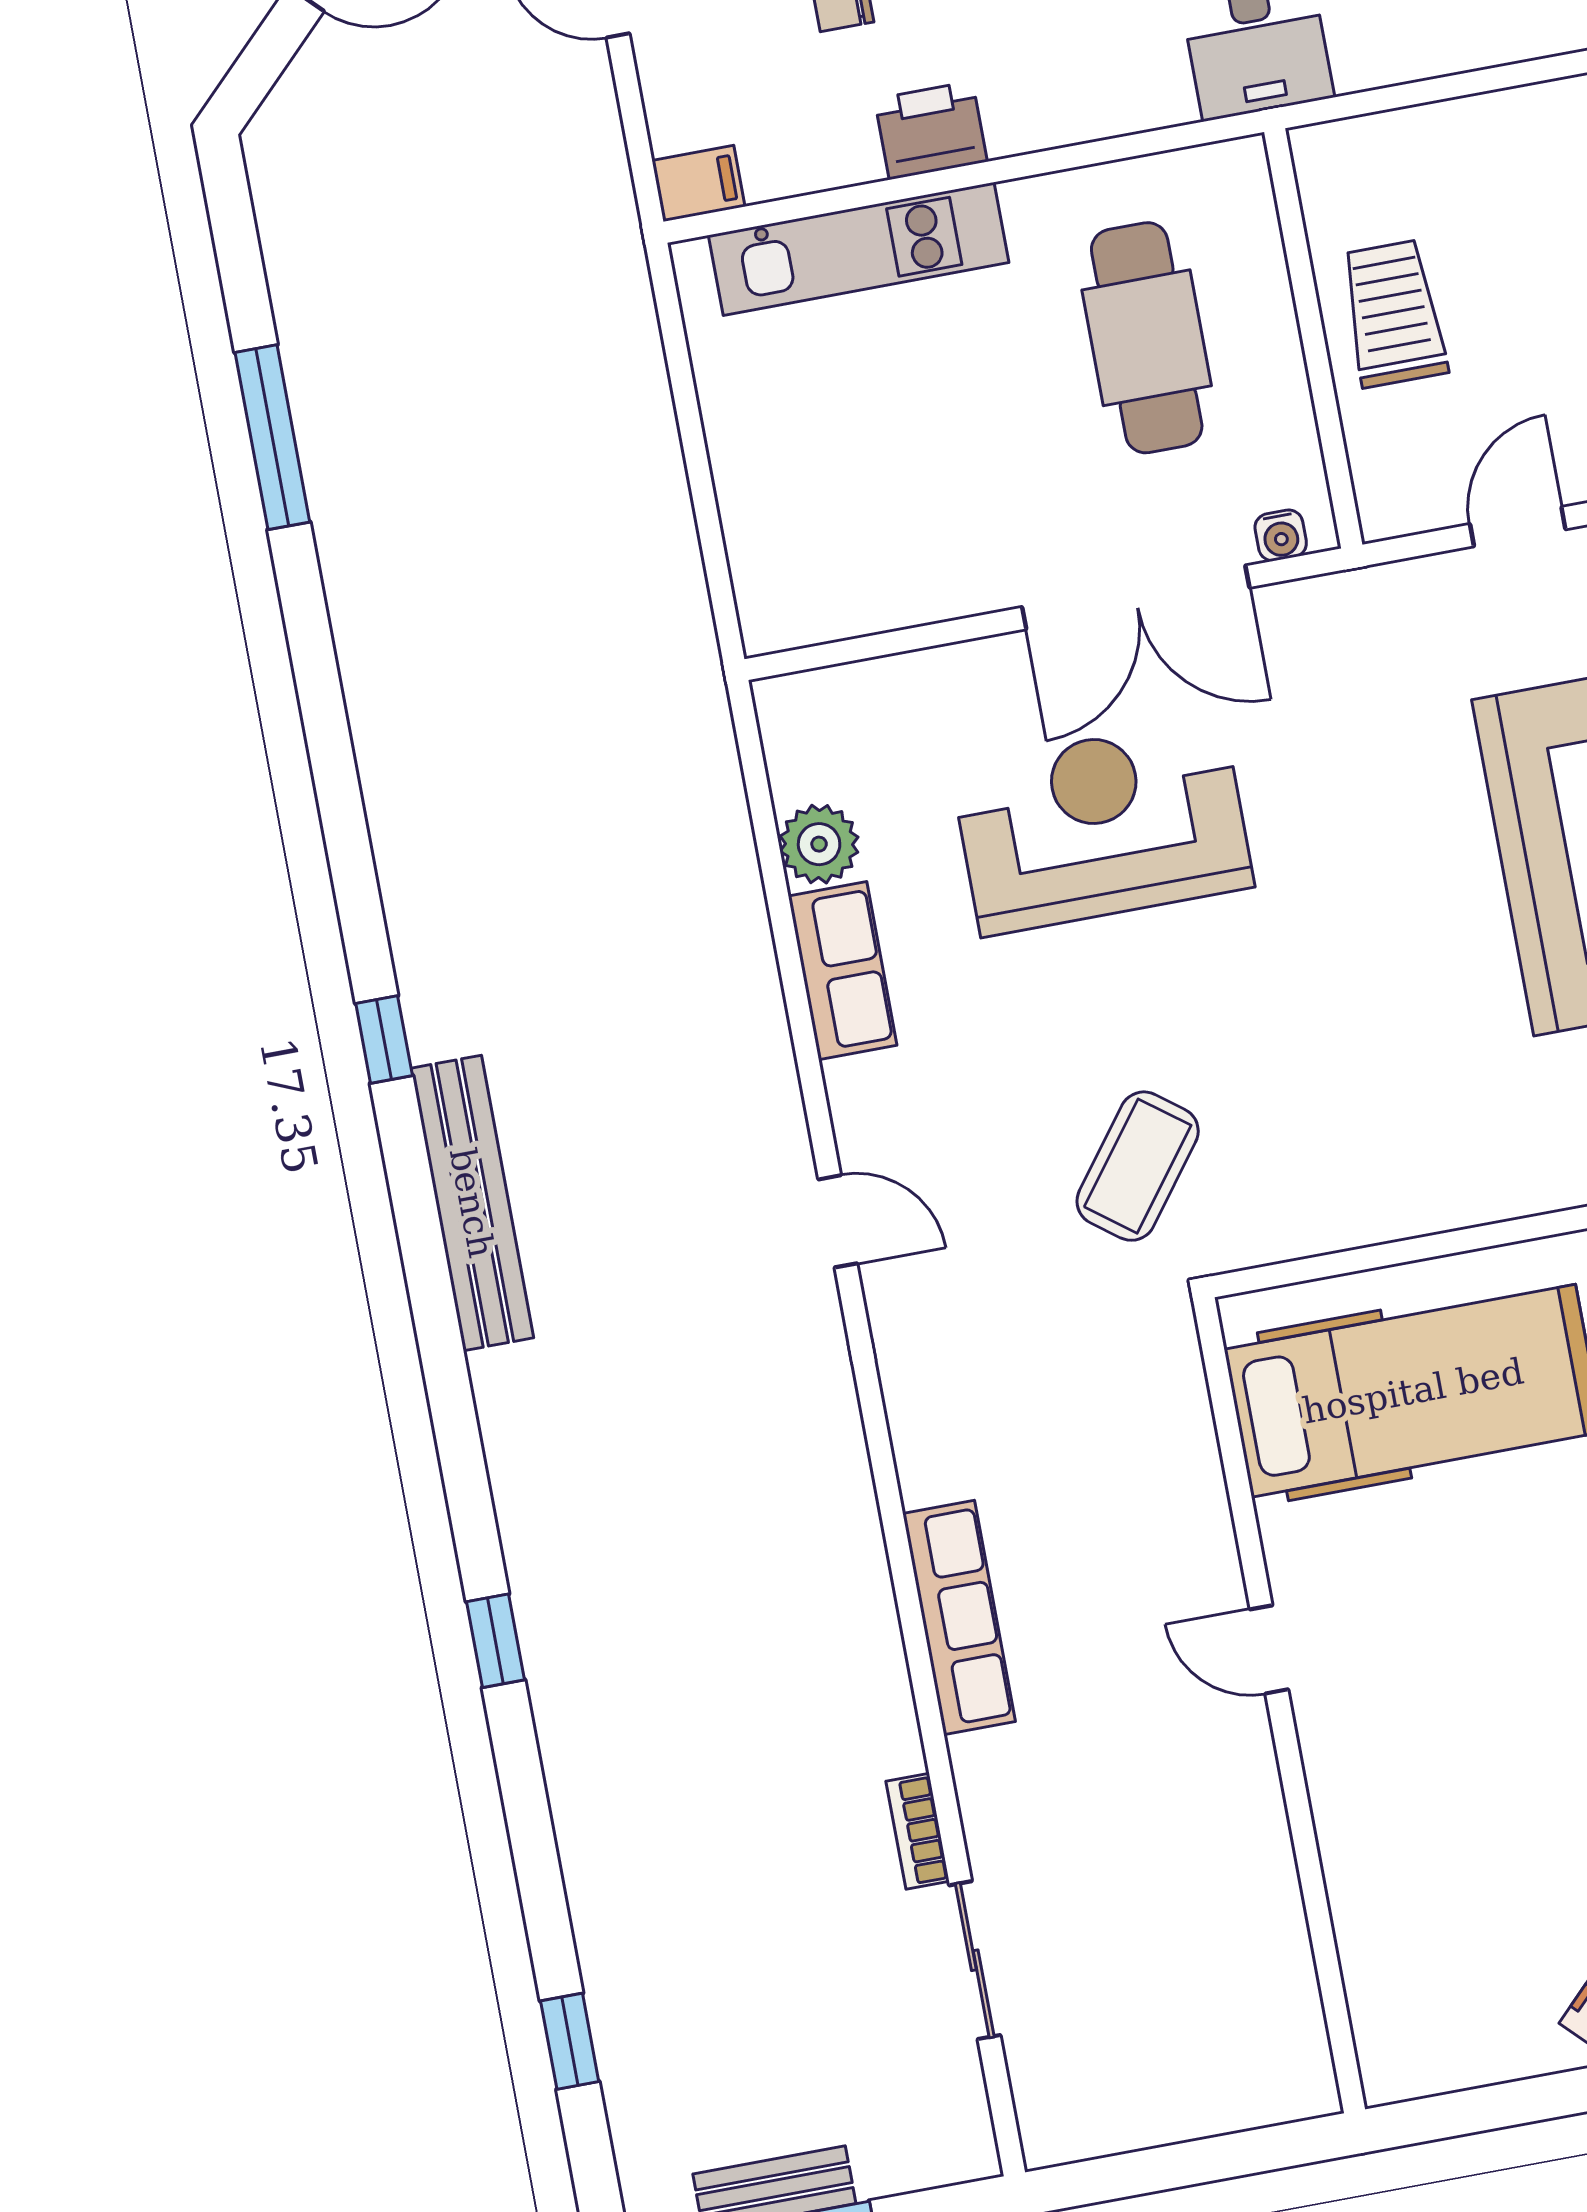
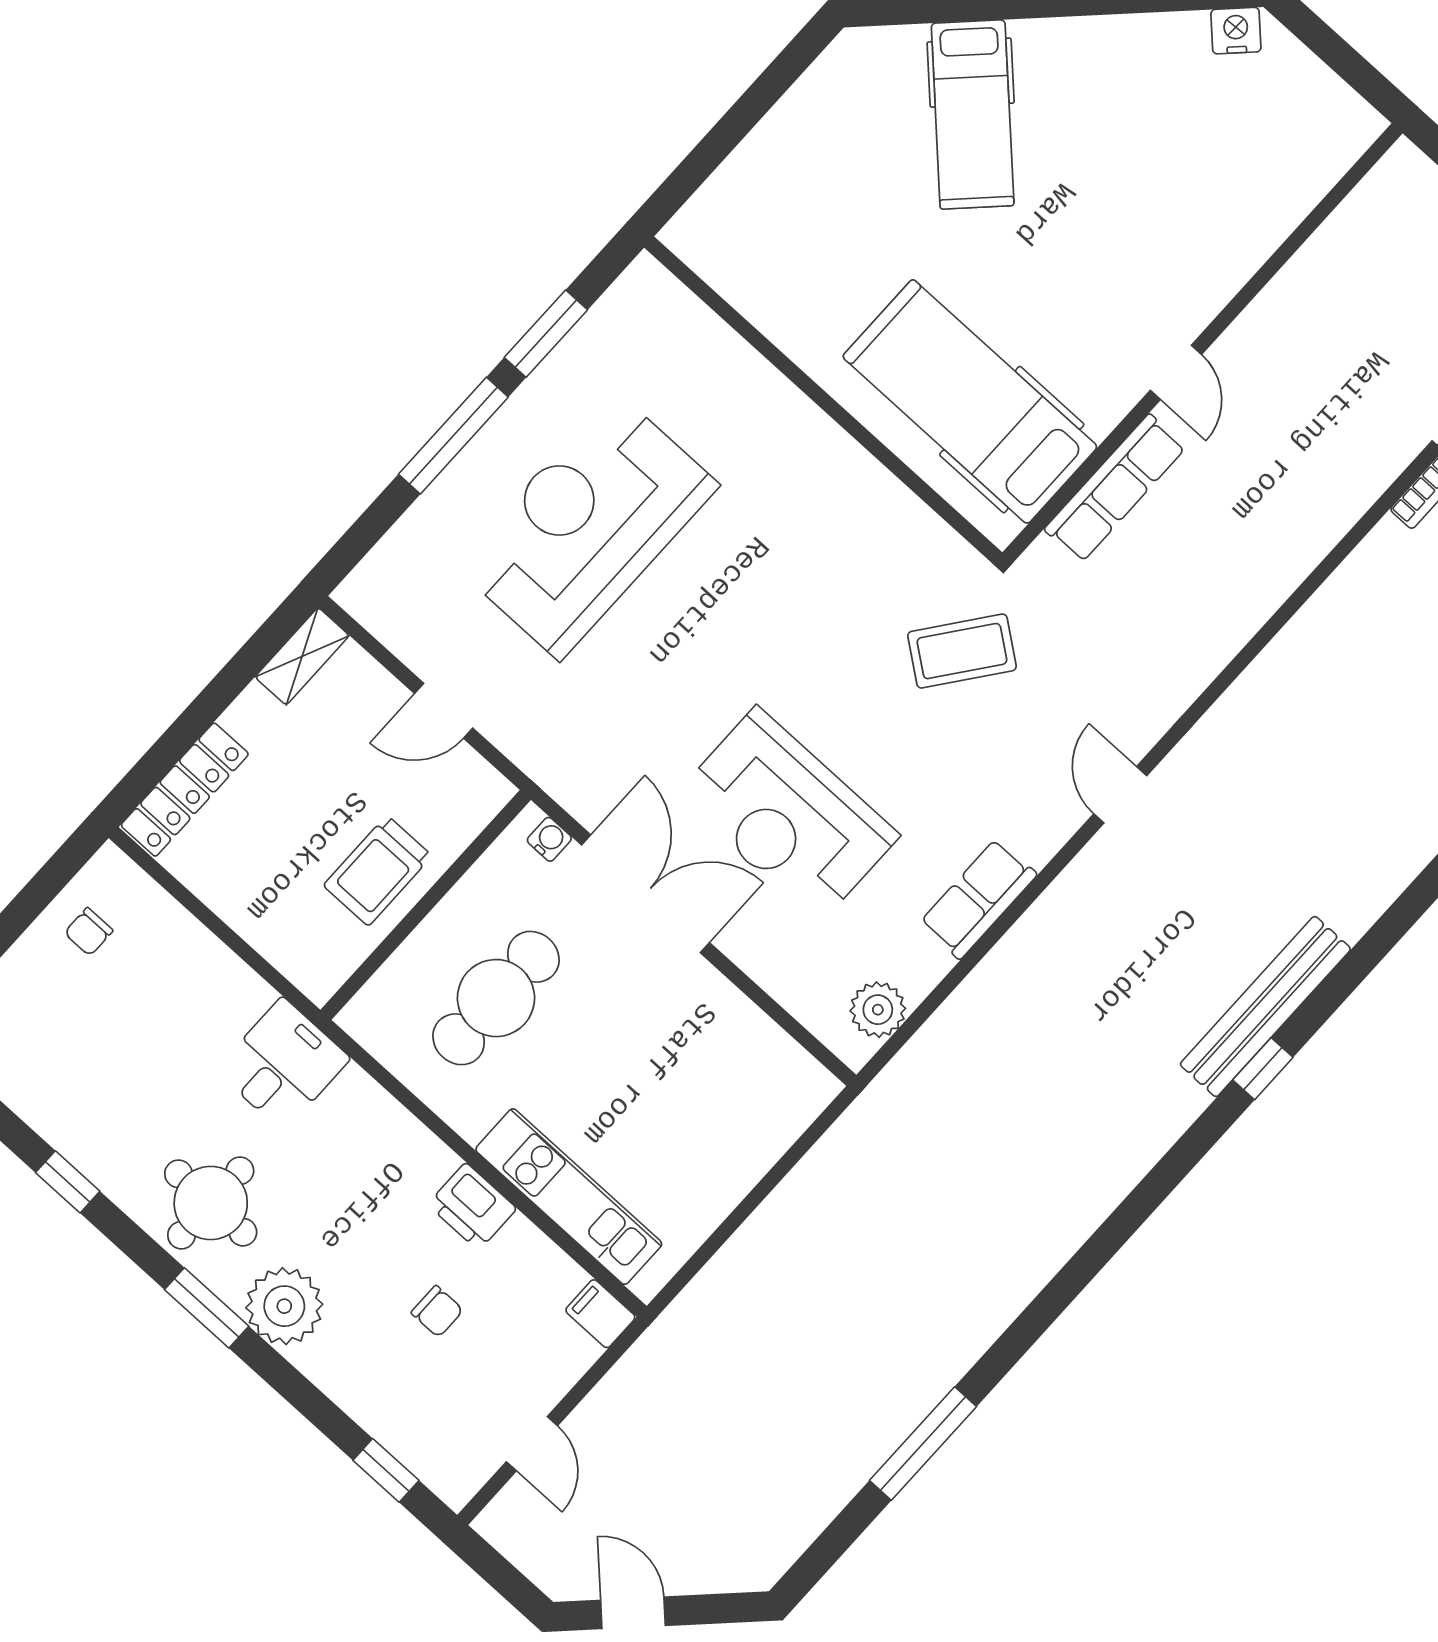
plant: (819, 844) -> (878, 1010), moved
window: (384, 1040) -> (1263, 1069), moved
row of seats: (959, 1617) -> (1115, 488), moved, turned 180

